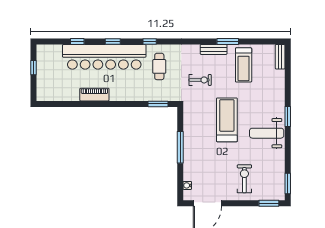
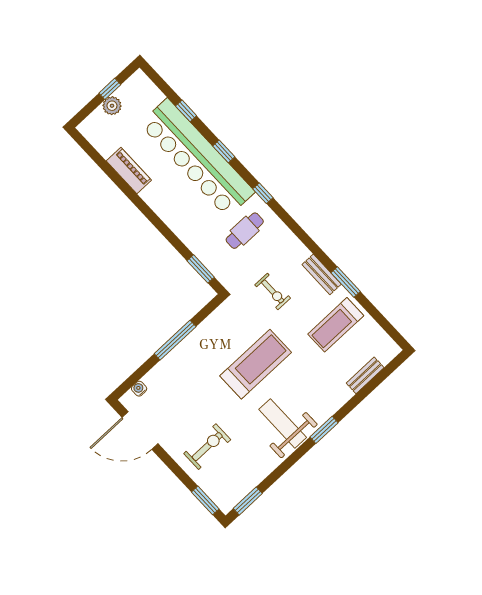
bench: (280, 57) -> (365, 375), moved
plant: (42, 74) -> (112, 106), added
piano: (94, 95) -> (129, 171), moved

